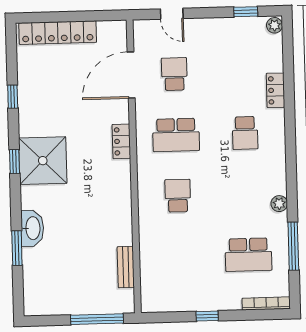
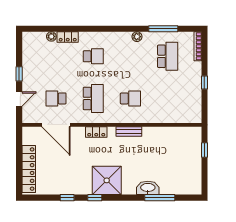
window: (246, 12) -> (19, 74), moved
plant: (274, 25) -> (51, 36), moved
window: (15, 162) -> (95, 198), moved
school desk: (178, 196) -> (130, 98), turned 180
window: (17, 248) -> (160, 198), width x1.44
bench: (126, 267) -> (129, 131), moved
window: (97, 319) -> (204, 150), width x0.46

